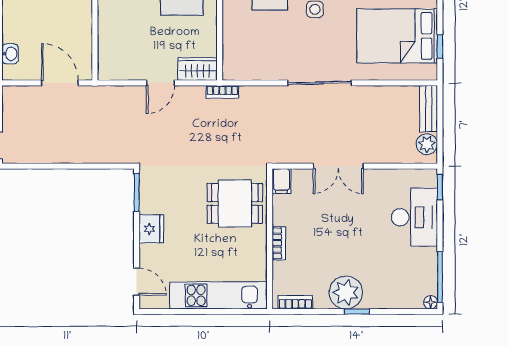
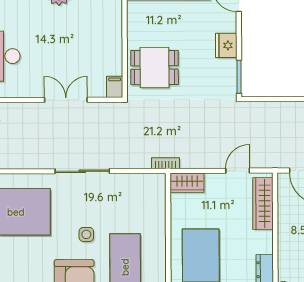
wardrobe: (109, 45) -> (263, 203), added
door: (160, 83) -> (238, 171), moved
bookcase: (279, 243) -> (117, 33), removed

